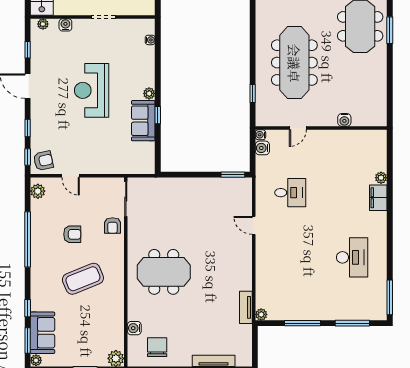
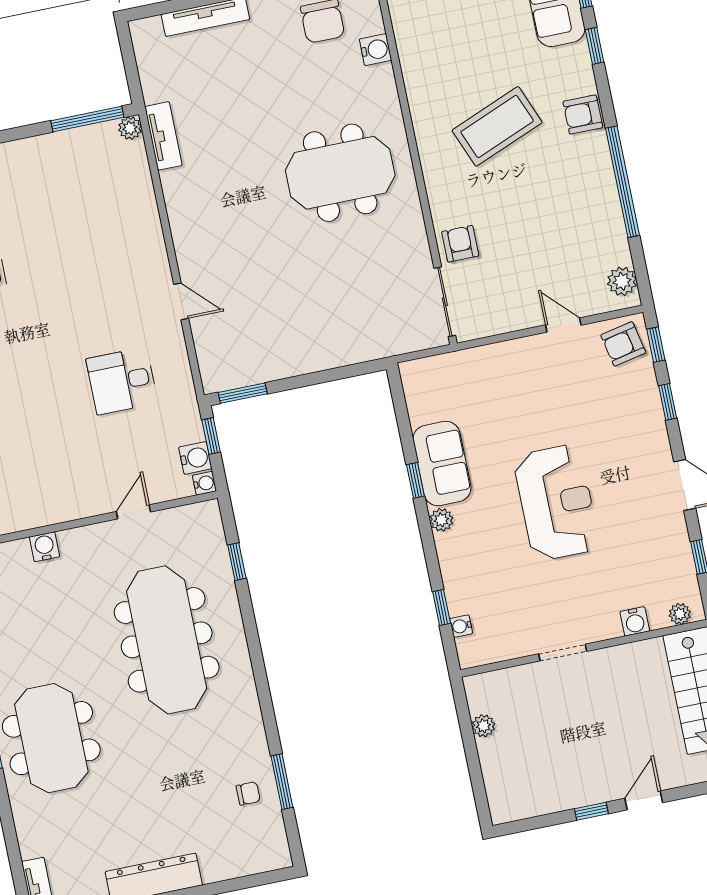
window: (158, 51) -> (442, 607), added
window: (253, 157) -> (211, 436), added
armchair: (72, 234) -> (583, 115), moved
window: (303, 323) -> (87, 119), moved

